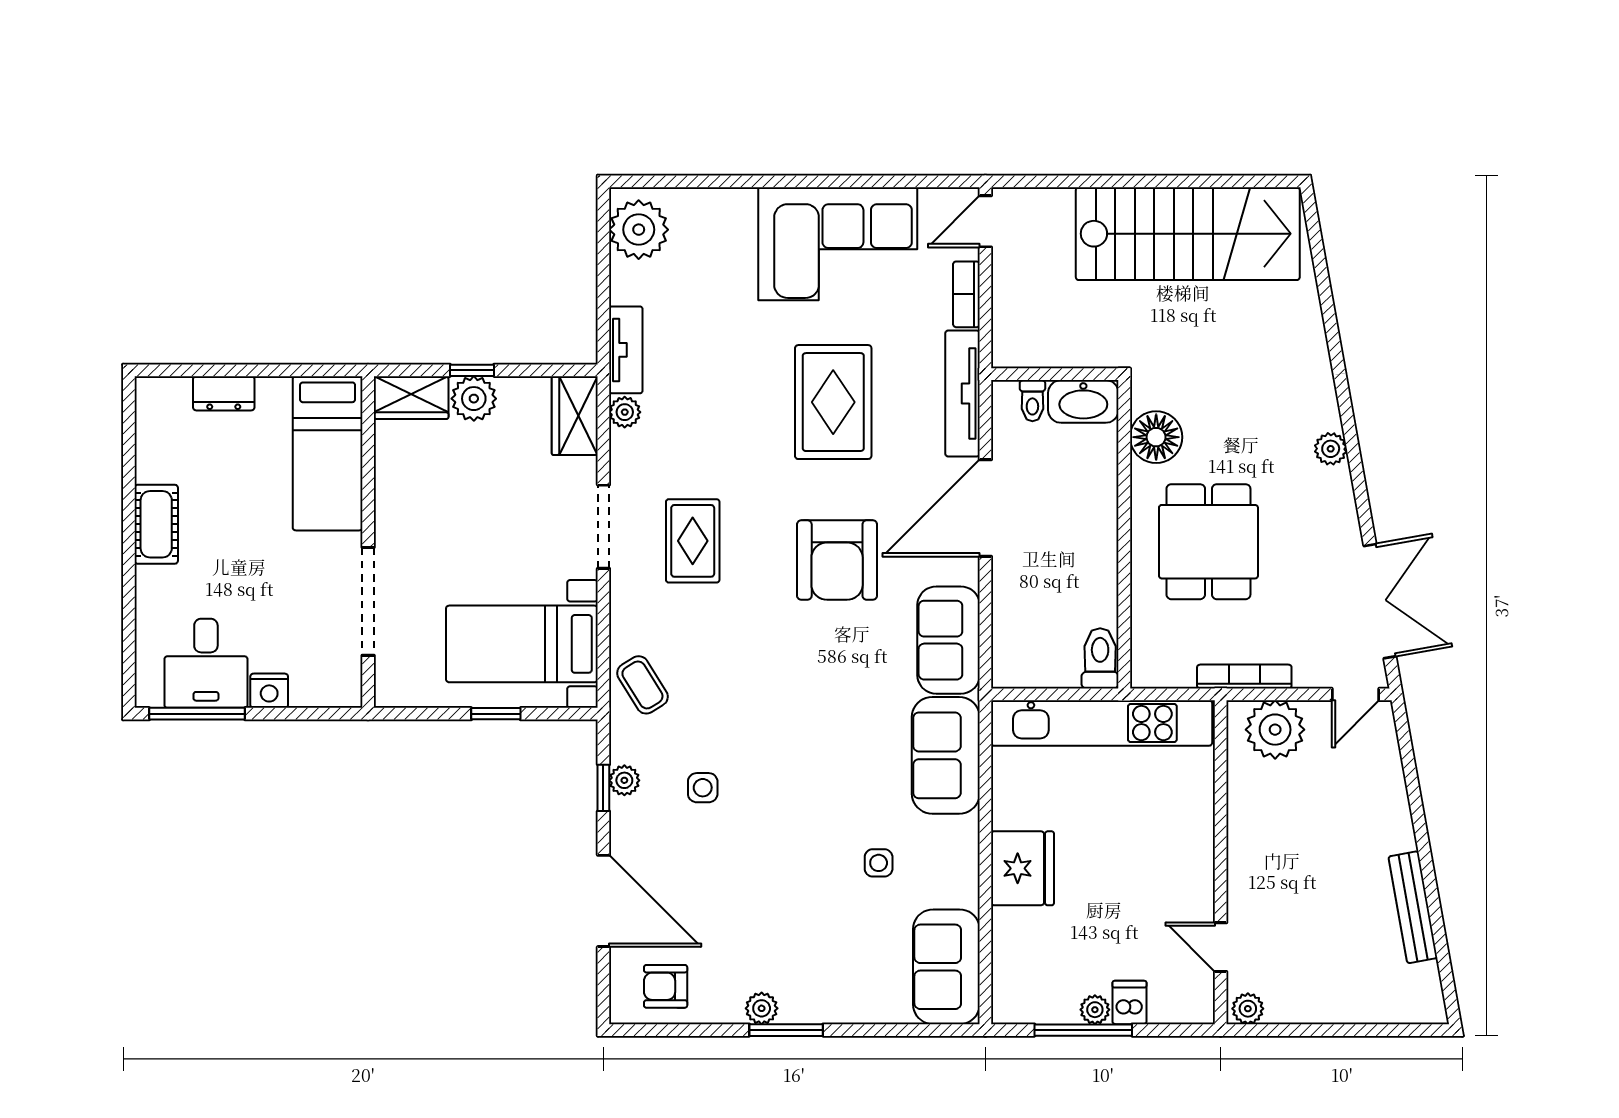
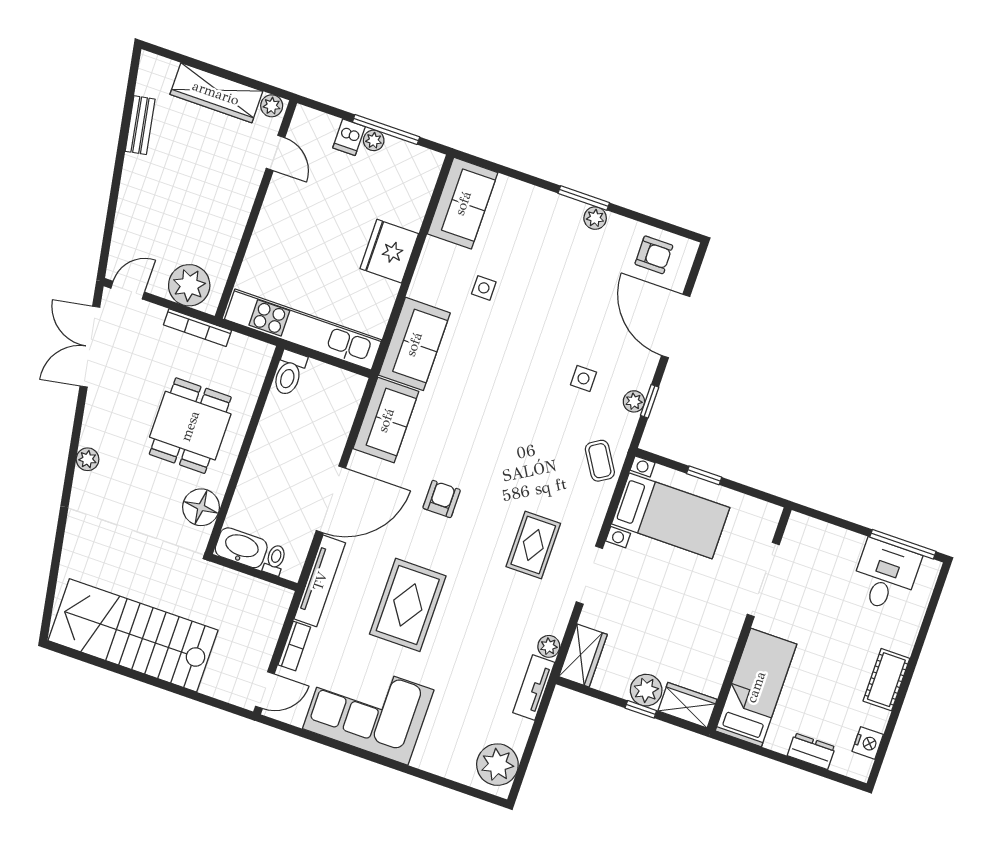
armchair: (837, 560) -> (442, 499), width x0.53, depth x0.53
nightstand: (269, 691) -> (868, 743), moved, turned 90
bench: (1413, 907) -> (140, 125), width x0.73
wardrobe: (1328, 1000) -> (216, 93), added

